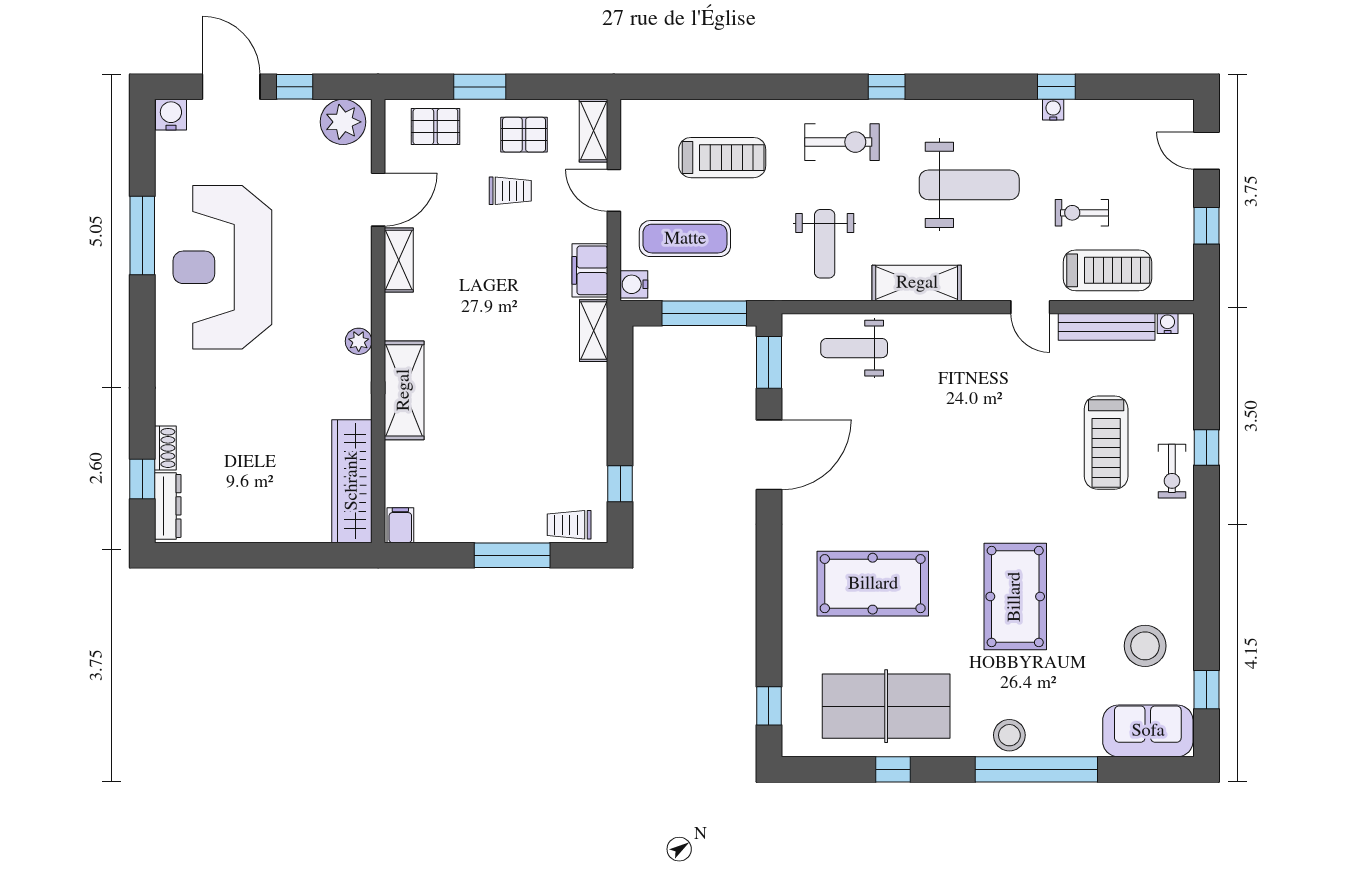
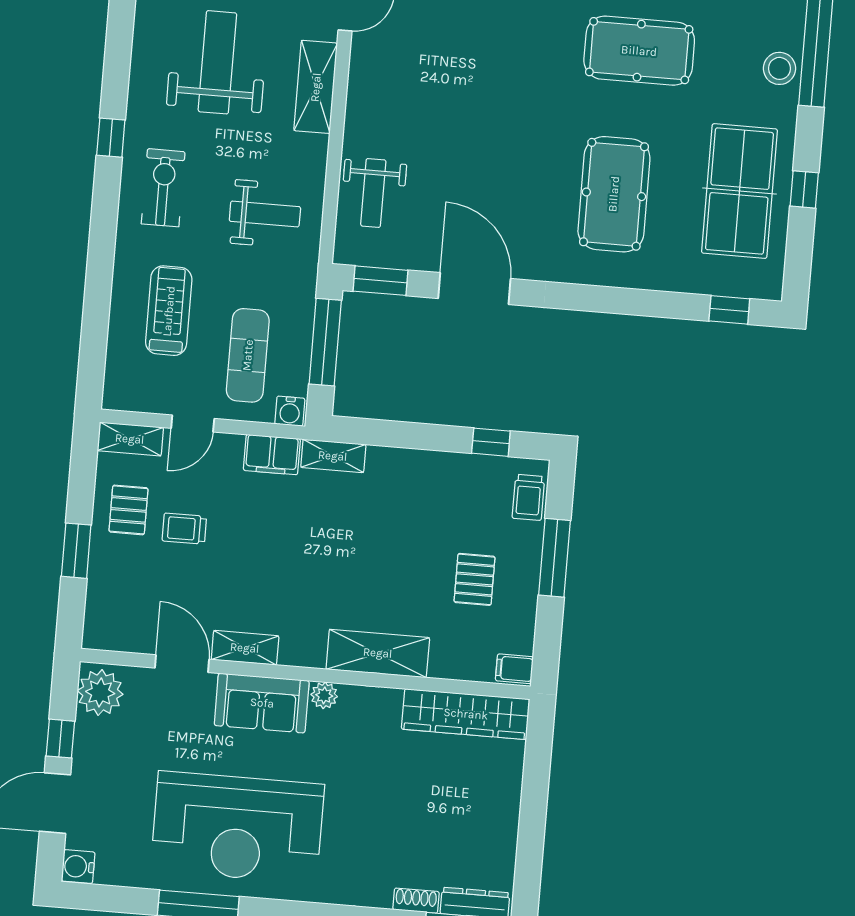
pallet: (435, 127) -> (475, 579), moved
trolley: (510, 191) -> (184, 529), turned -90
sofa: (346, 281) -> (262, 703), added
shelving: (917, 283) -> (316, 87), moved

